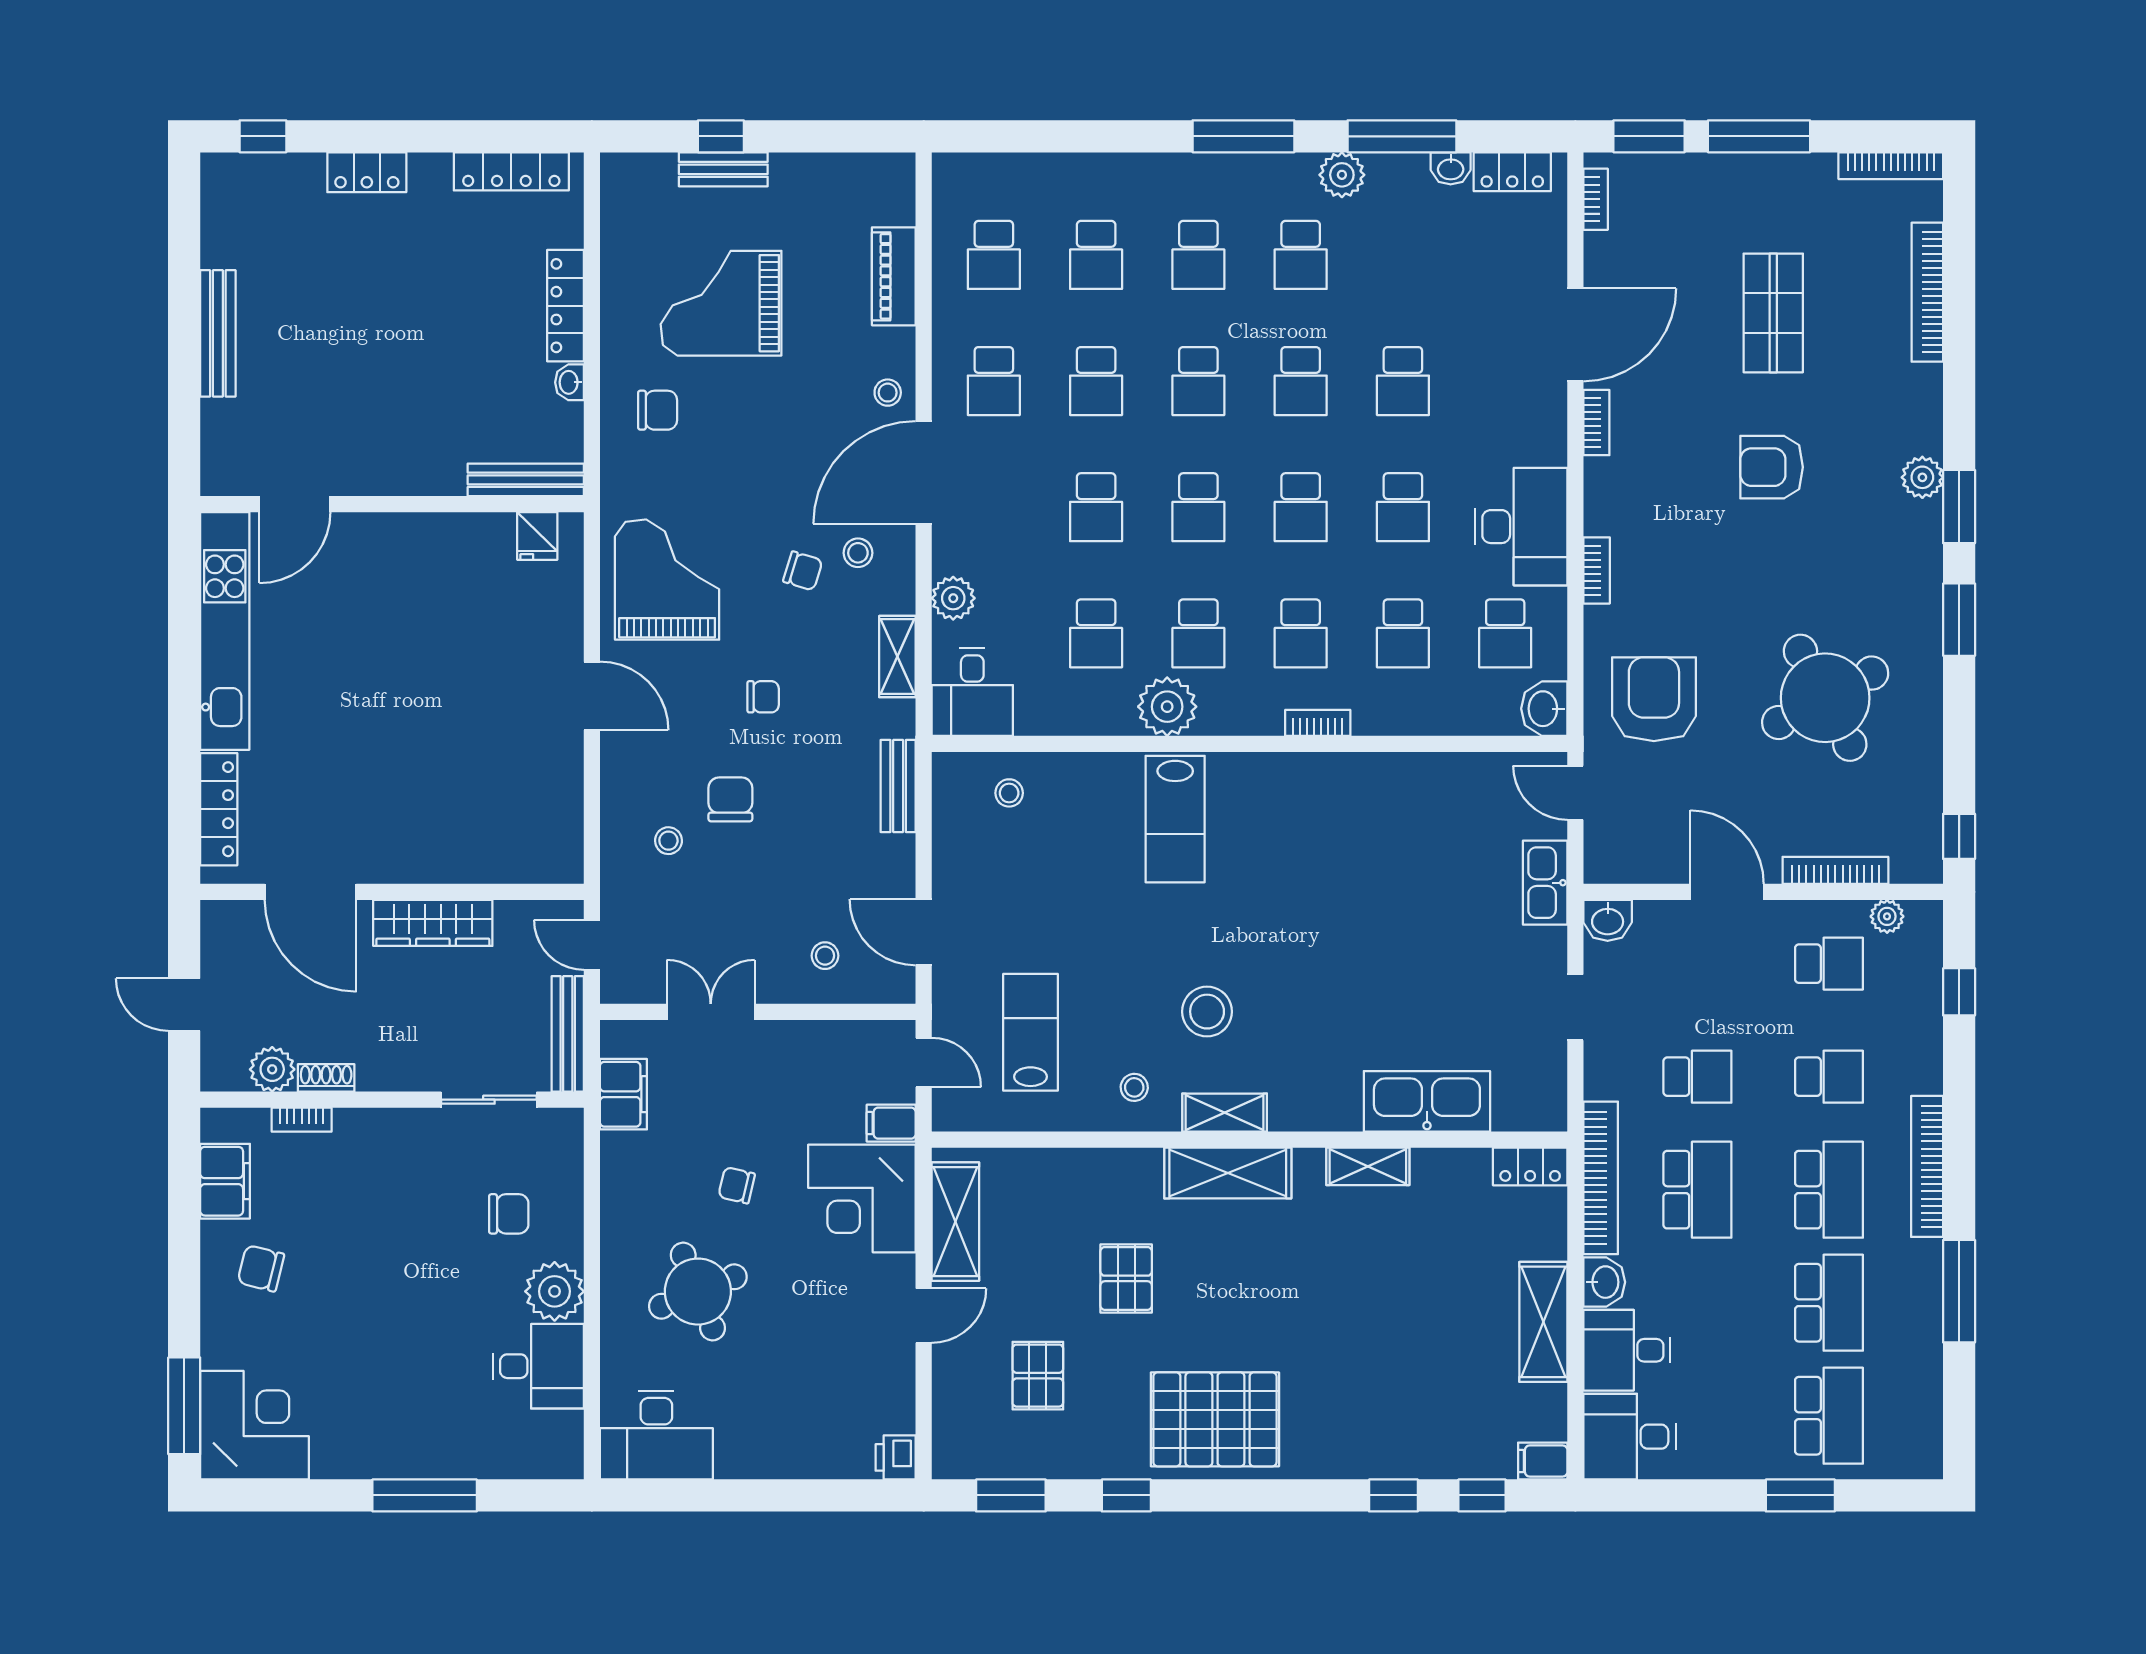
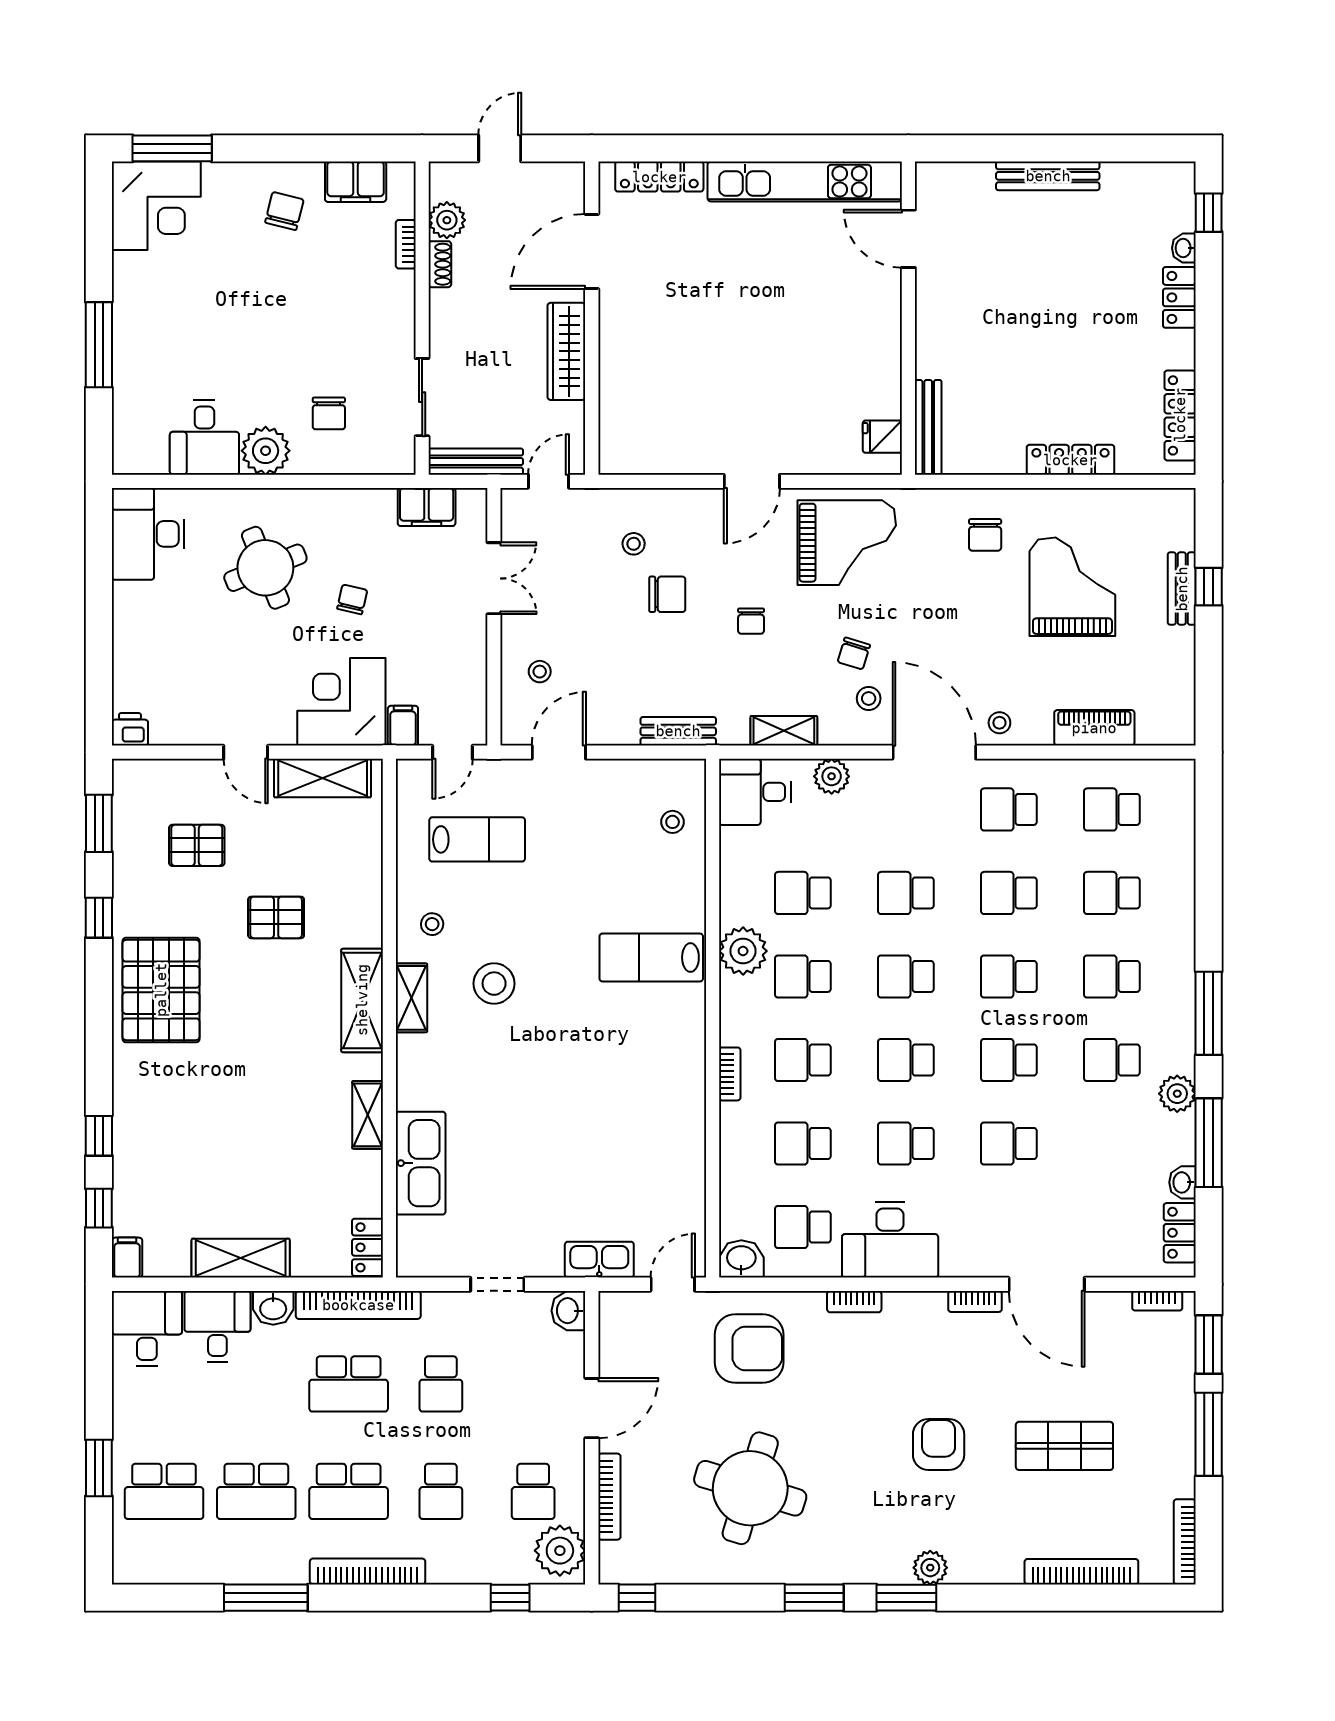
washbasin: (569, 382) -> (1184, 248), moved, turned -90
round table: (1825, 698) -> (750, 1488), turned 45
plant: (1887, 916) -> (560, 1551), width x1.87, depth x1.87

